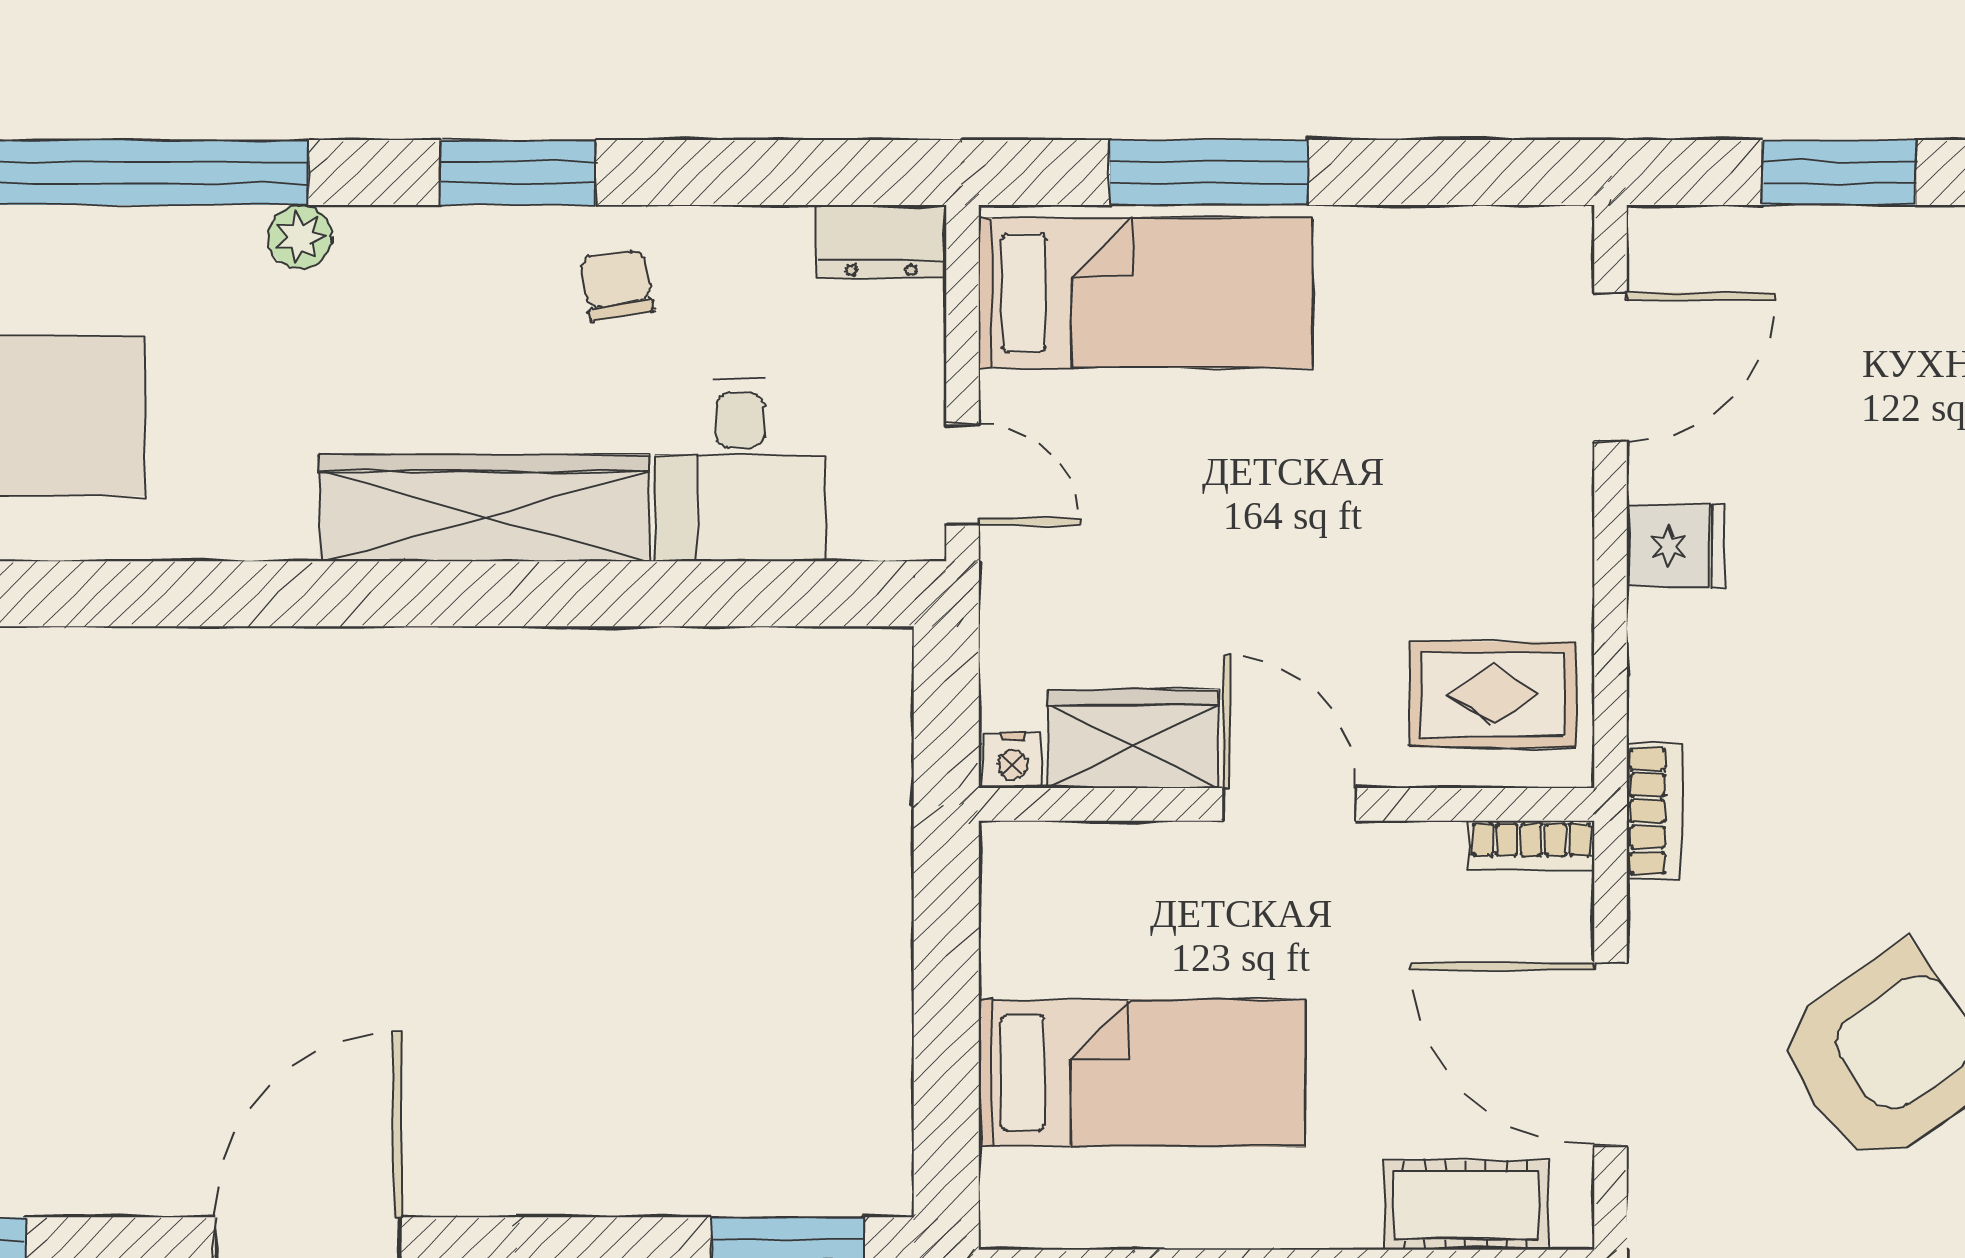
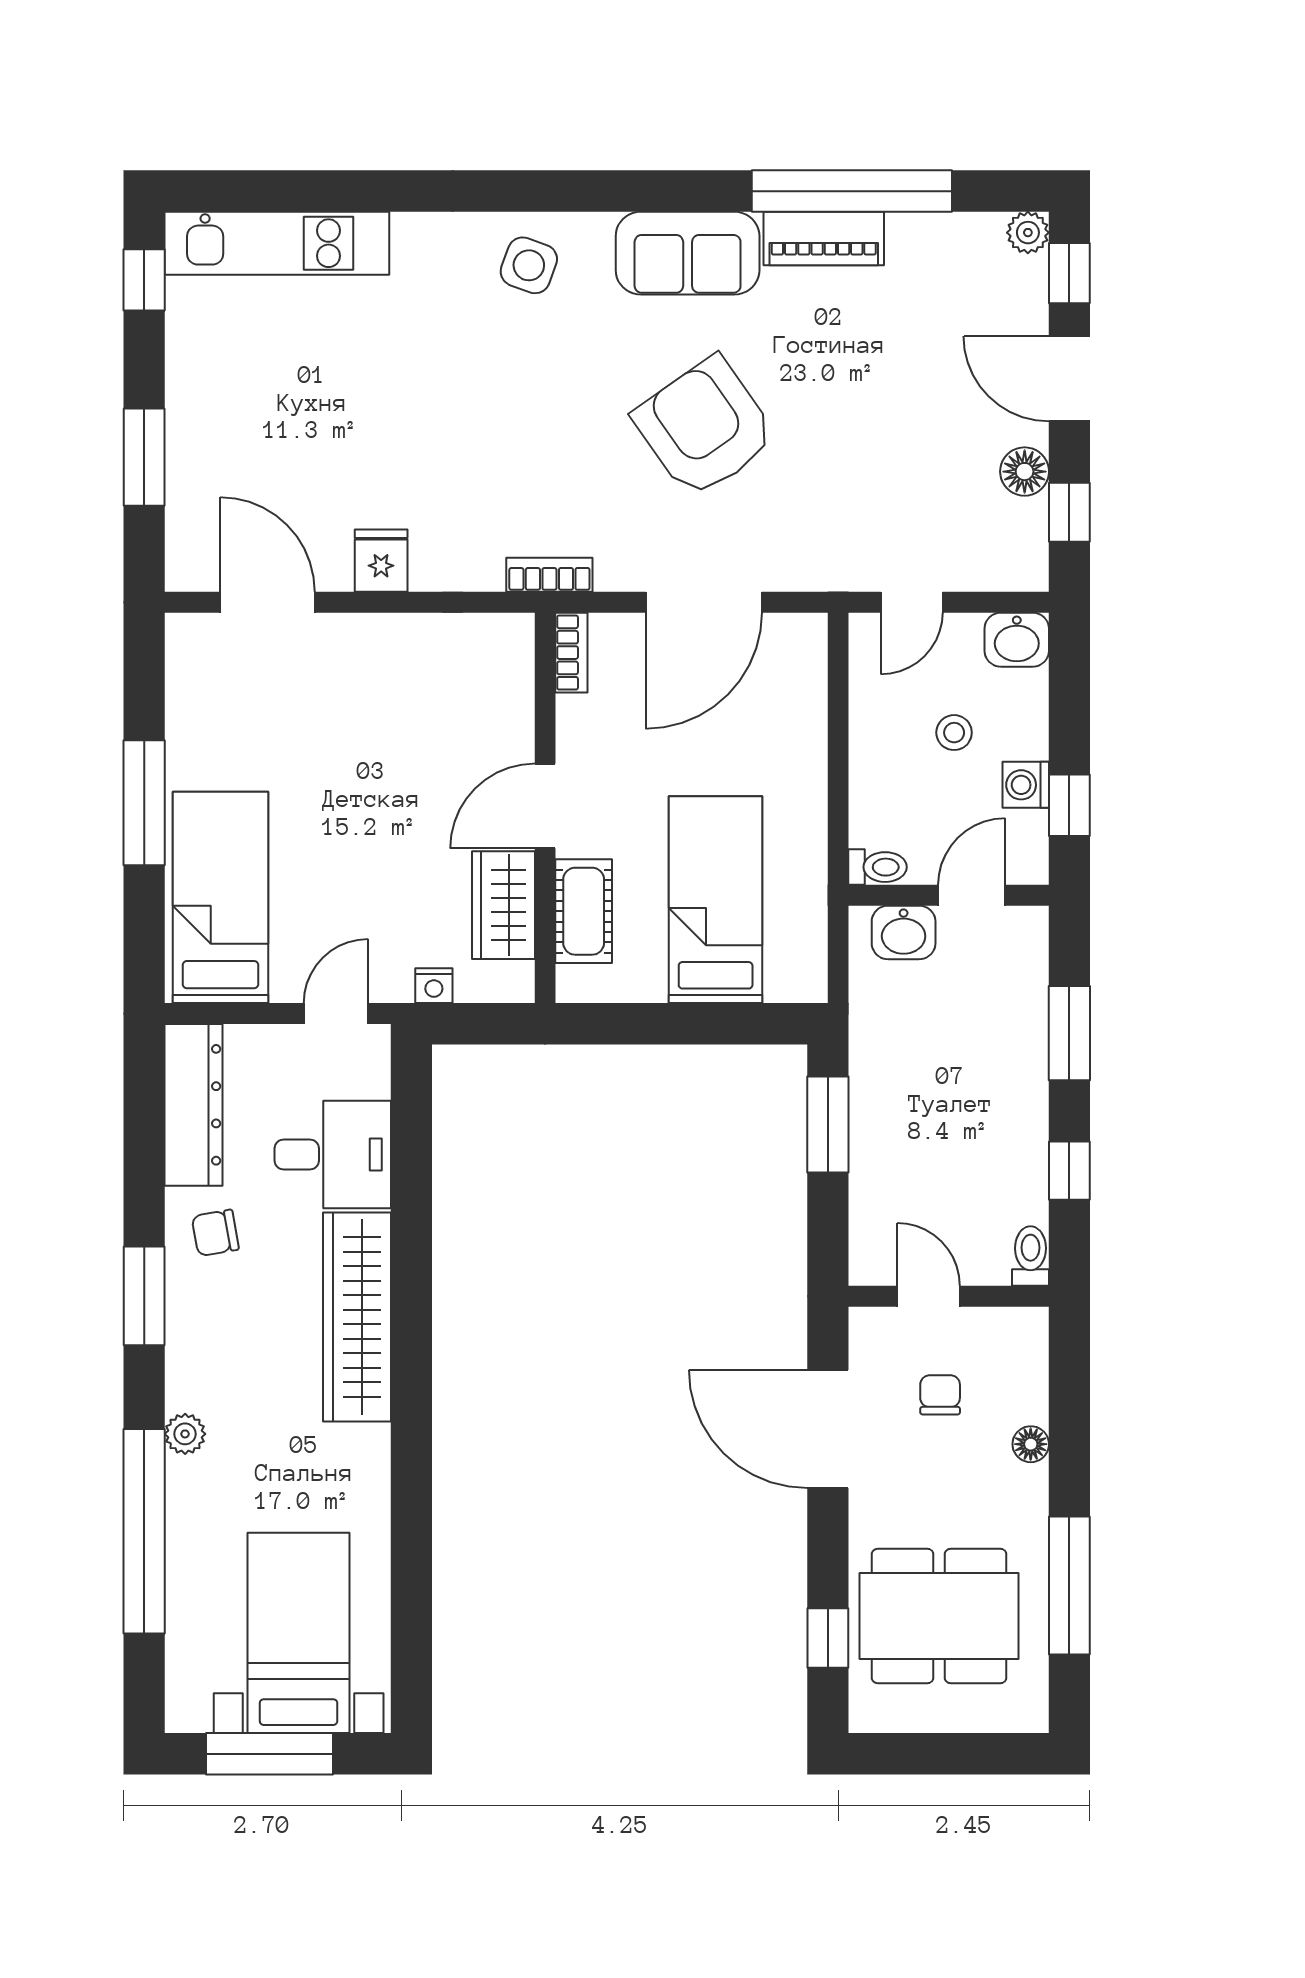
window: (1209, 173) -> (144, 803), moved
dresser: (881, 241) -> (194, 1105), width x1.96, depth x1.24
rug: (1493, 695) -> (475, 677), removed
nightstand: (1013, 761) -> (434, 986), moved, turned 90
cot: (1466, 1205) -> (584, 911), moved

